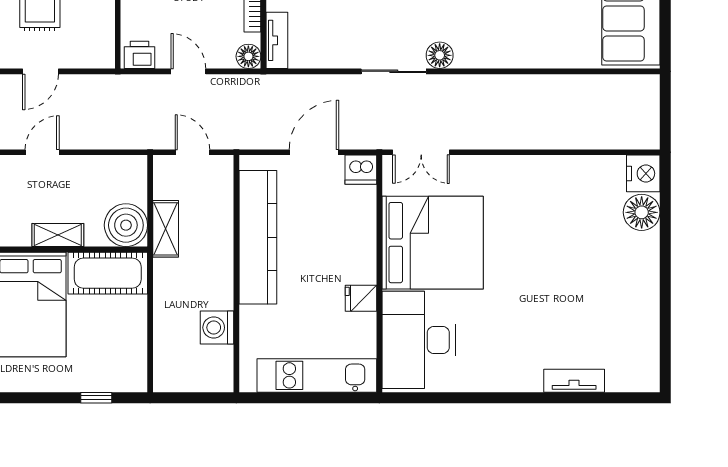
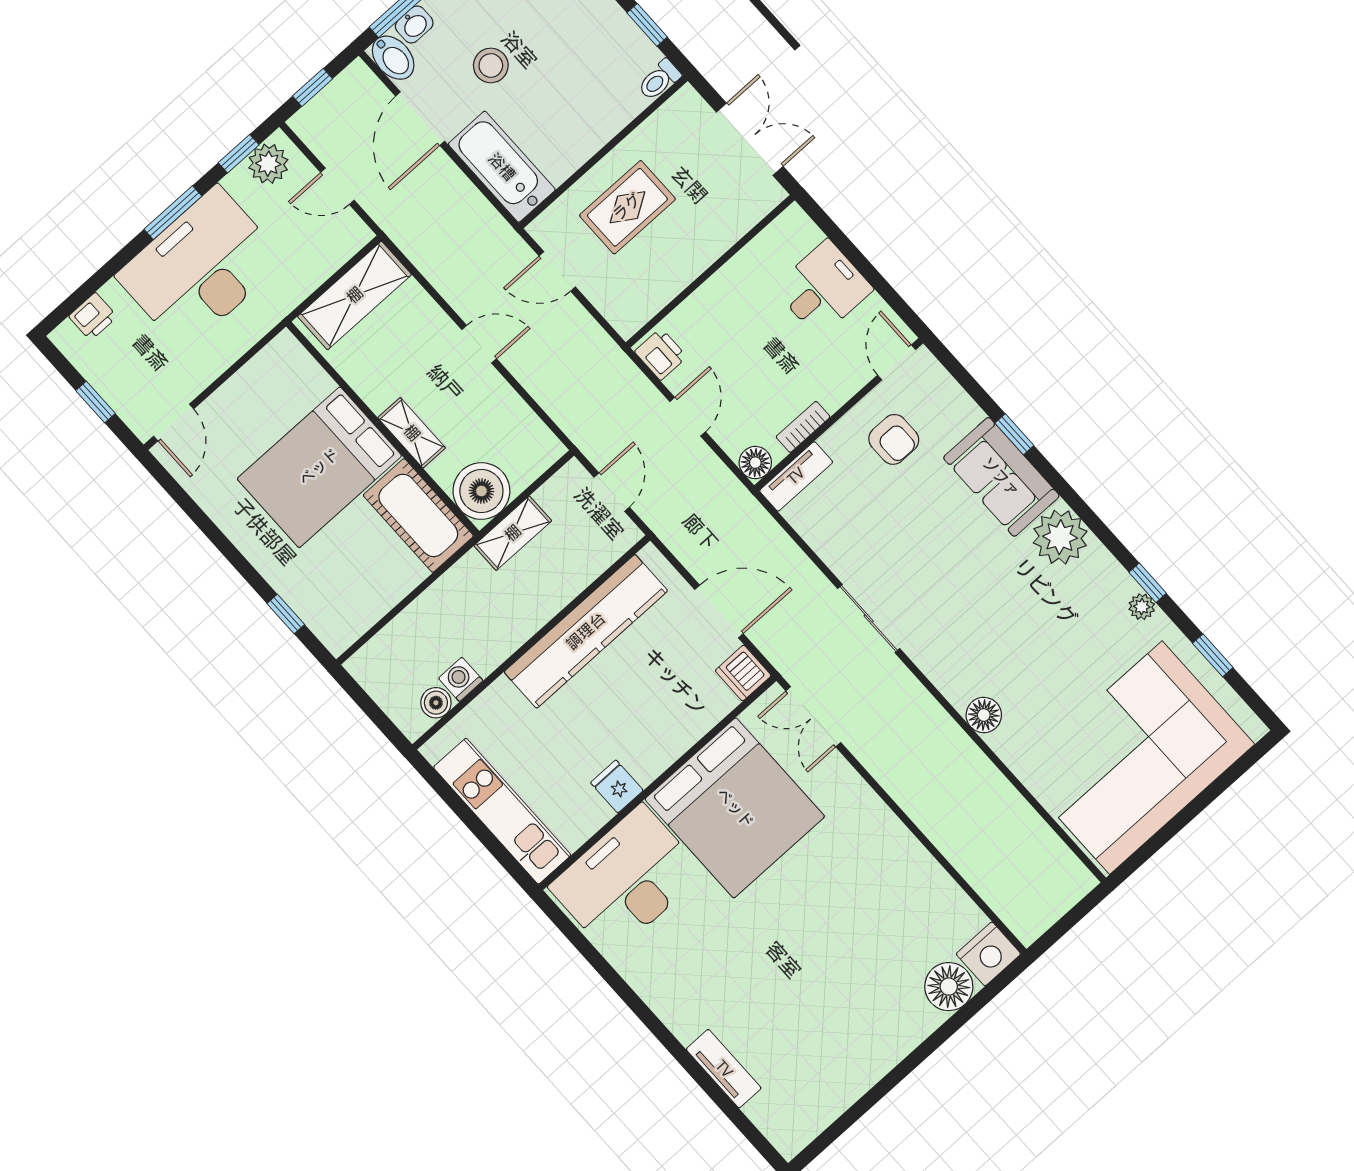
floor lamp: (440, 55) -> (984, 715), moved
washing machine: (217, 328) -> (461, 679), width x0.73, depth x0.73
boiler: (222, 358) -> (436, 703), added

